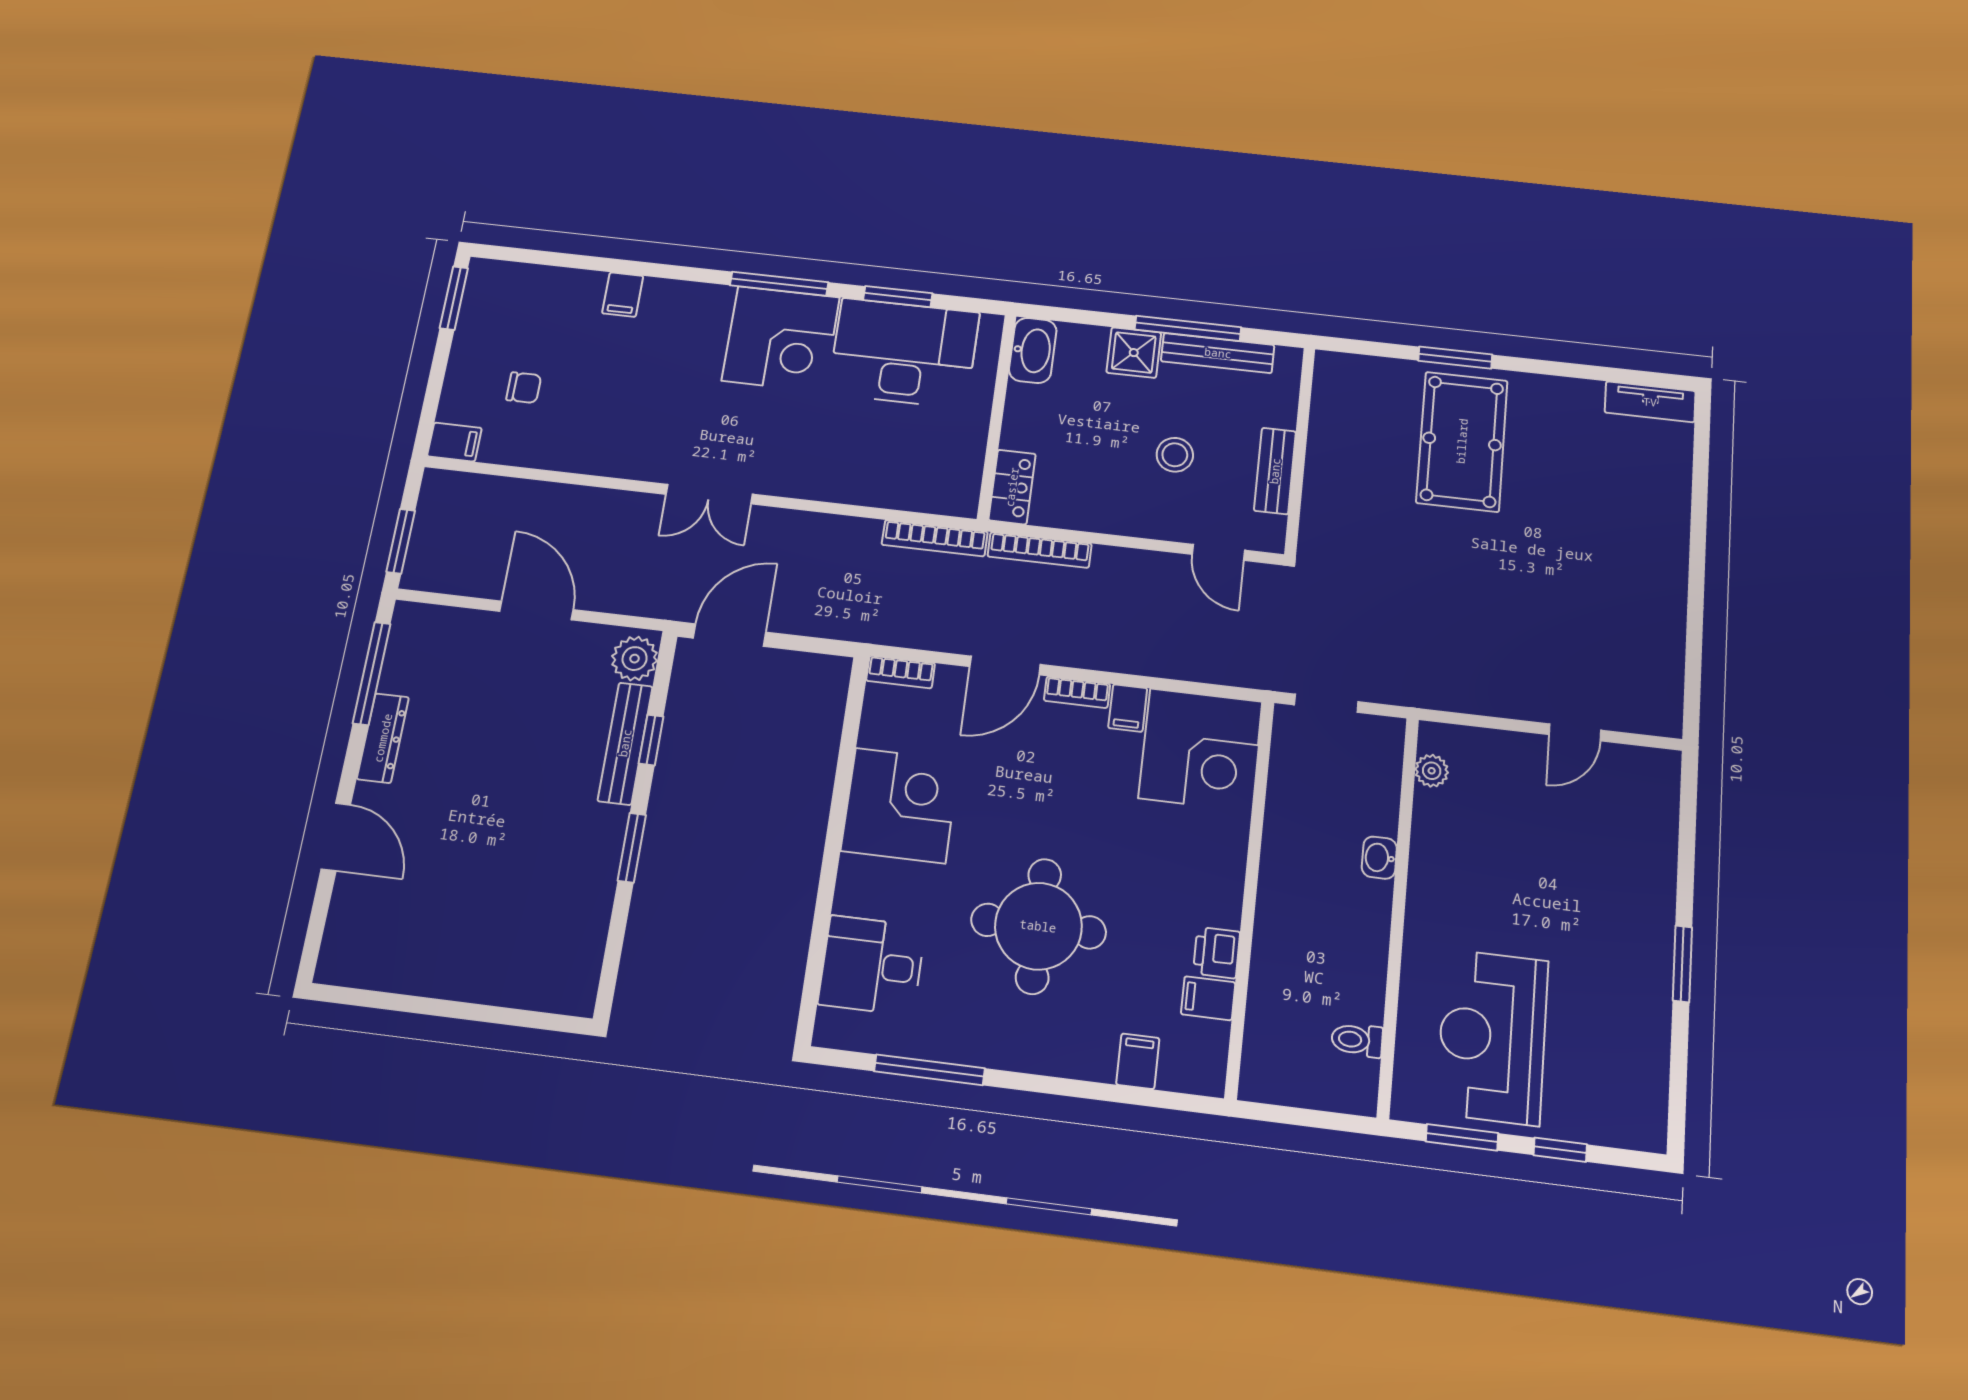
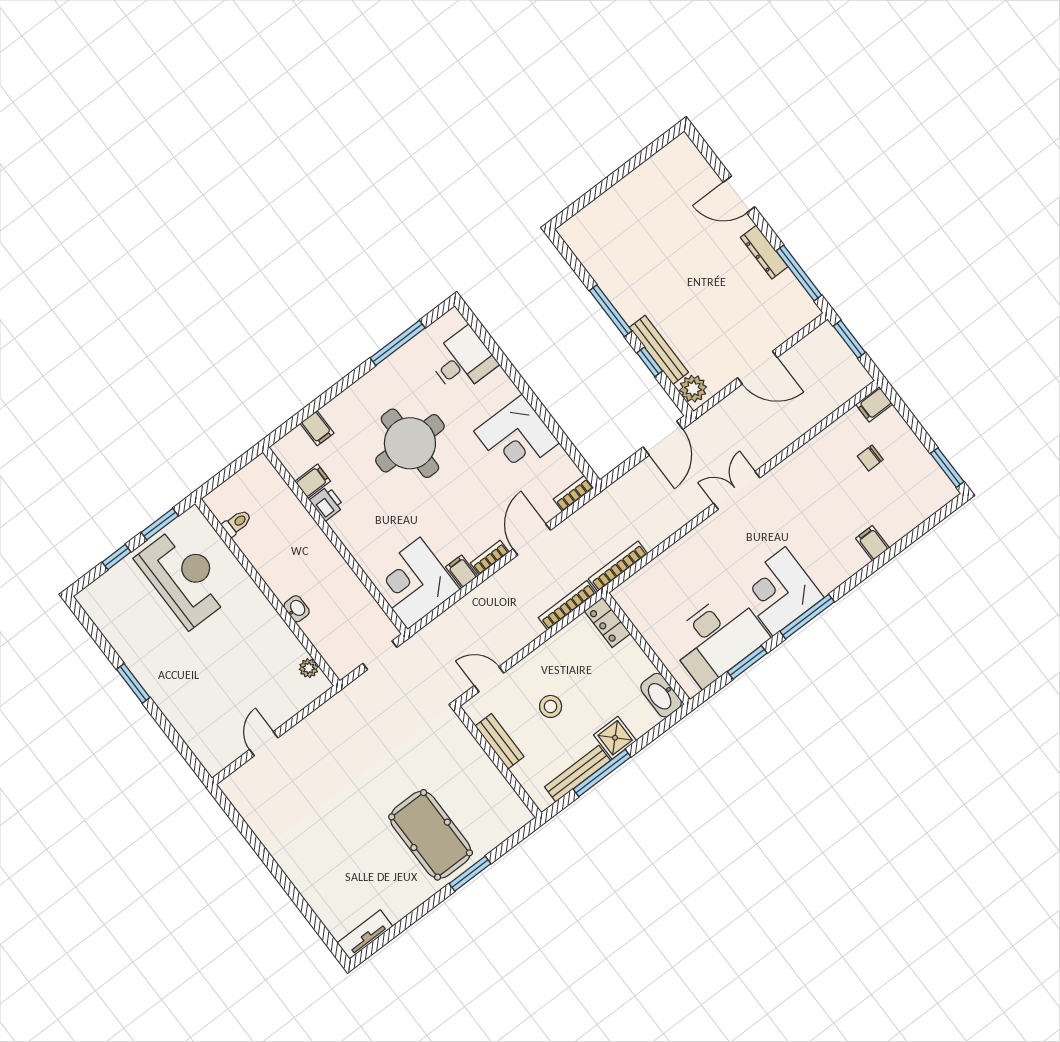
window: (632, 848) -> (611, 311), width x1.44

